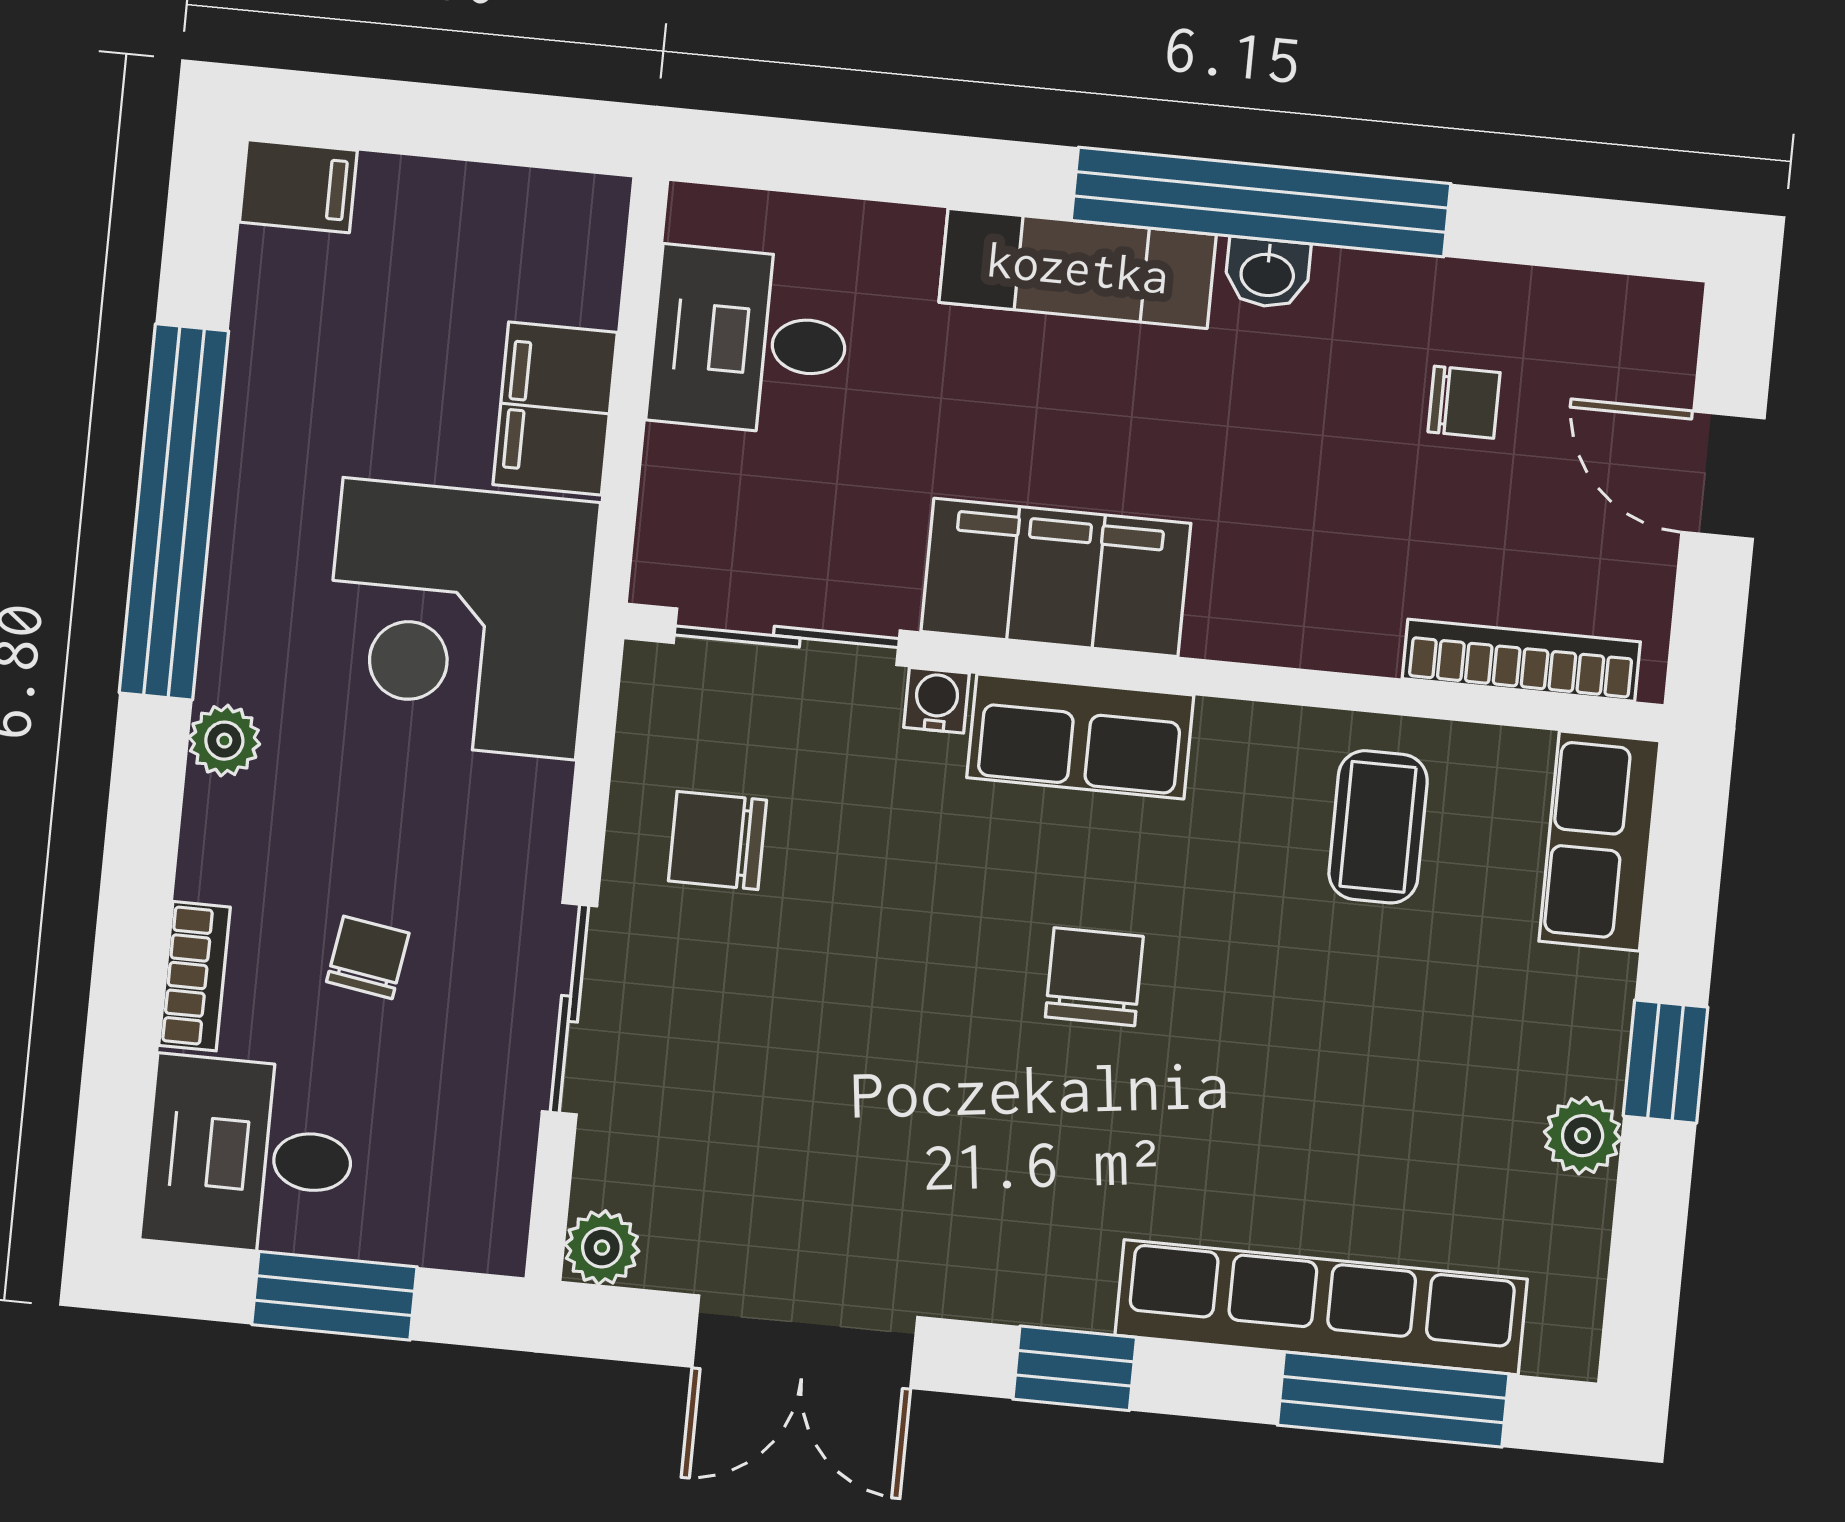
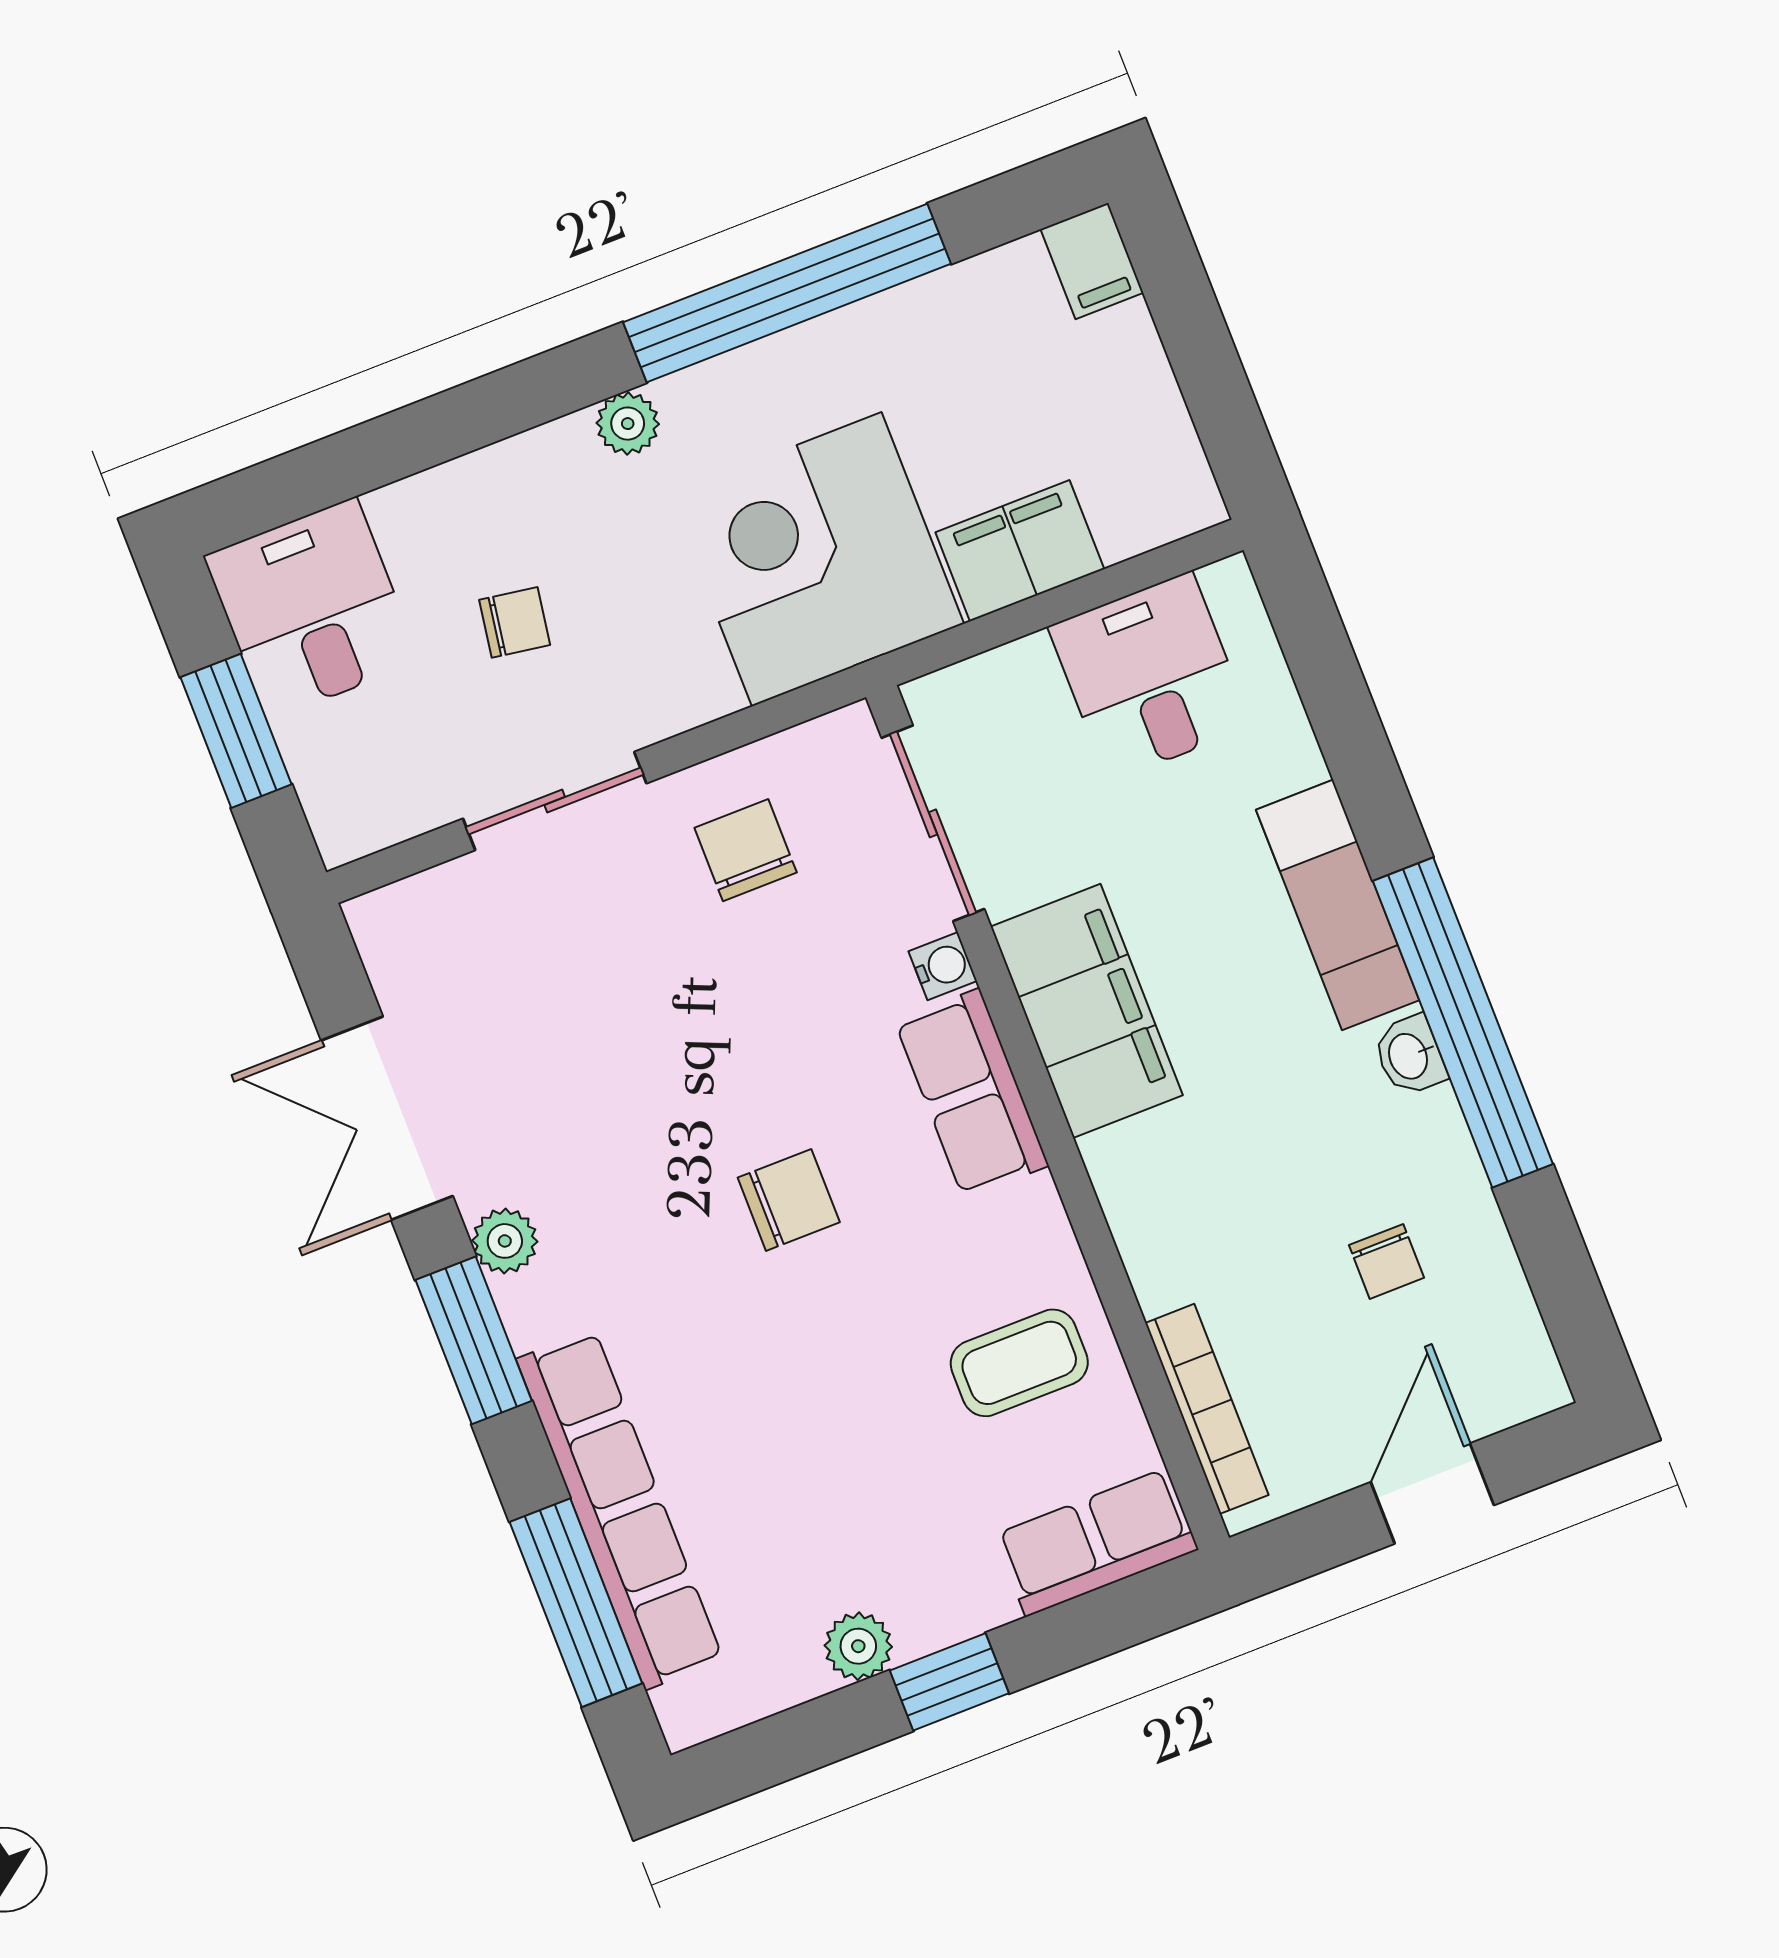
bookcase: (194, 976) -> (431, 494), removed
plant: (602, 1248) -> (505, 1241), moved
window: (1075, 1368) -> (474, 1340), width x1.50

